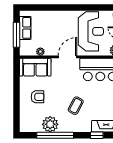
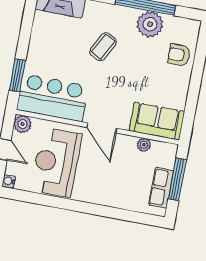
door: (67, 57) -> (102, 128), hinge flipped
armchair: (38, 97) -> (179, 55), moved

